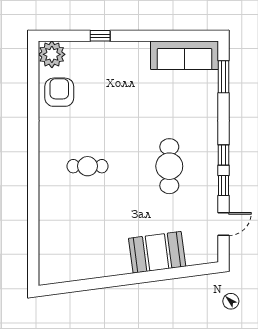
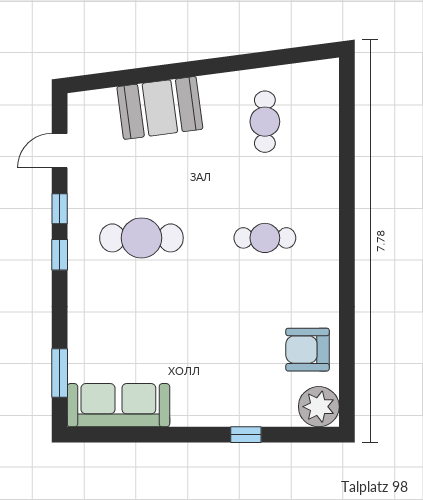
armchair: (59, 92) -> (307, 350), turned 90
cafe table: (169, 166) -> (141, 238), turned 90
cafe table: (88, 243) -> (265, 122), added

